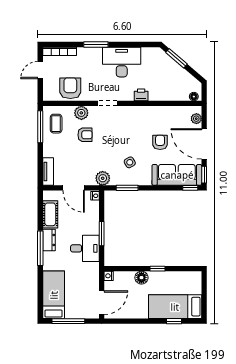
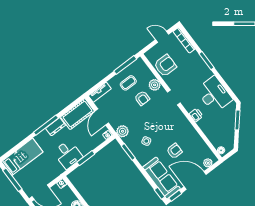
desk: (122, 62) -> (214, 95), moved
coffee table: (56, 124) -> (128, 83), moved
door: (204, 144) -> (195, 180), hinge flipped
cot: (50, 214) -> (77, 114), width x1.37, depth x1.34

